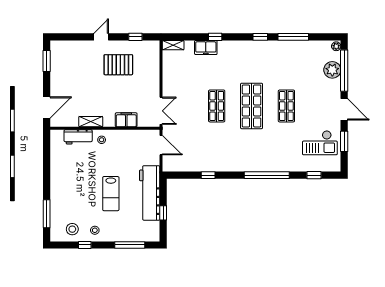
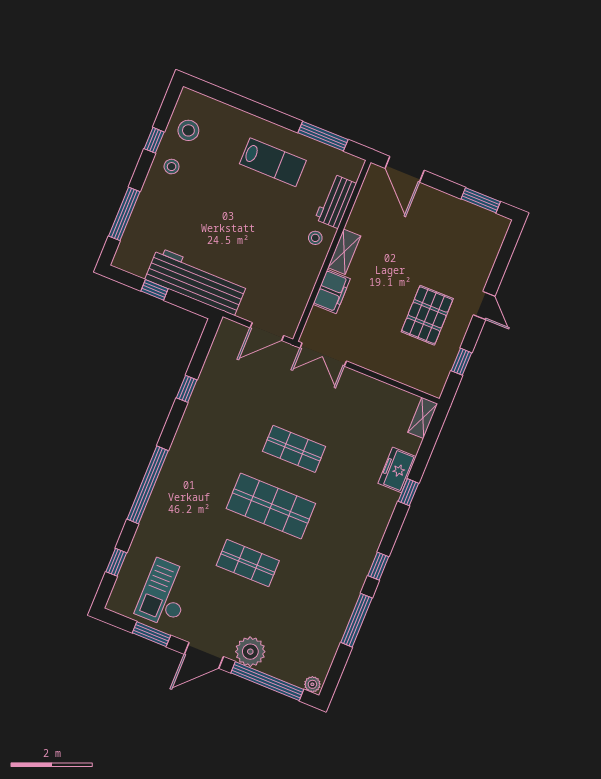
plant: (332, 70) -> (250, 652), moved
shelving: (91, 122) -> (344, 252), moved
lab bench: (111, 194) -> (273, 162), moved, turned 180
window: (47, 214) -> (323, 136), moved

